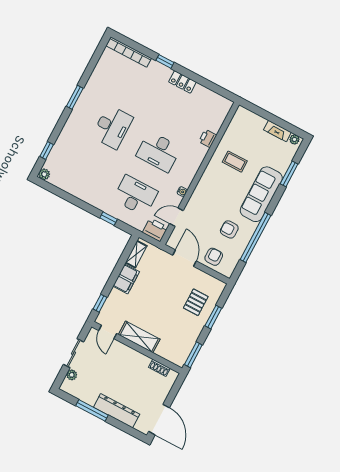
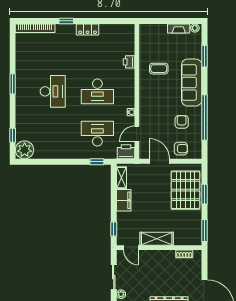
plant: (44, 174) -> (25, 150), width x1.88, depth x1.88
window: (109, 219) -> (97, 162), moved
armchair: (229, 229) -> (182, 122), turned 90
armchair: (214, 257) -> (181, 149), turned 90
pallet: (196, 302) -> (185, 190), width x2.05, depth x2.00

